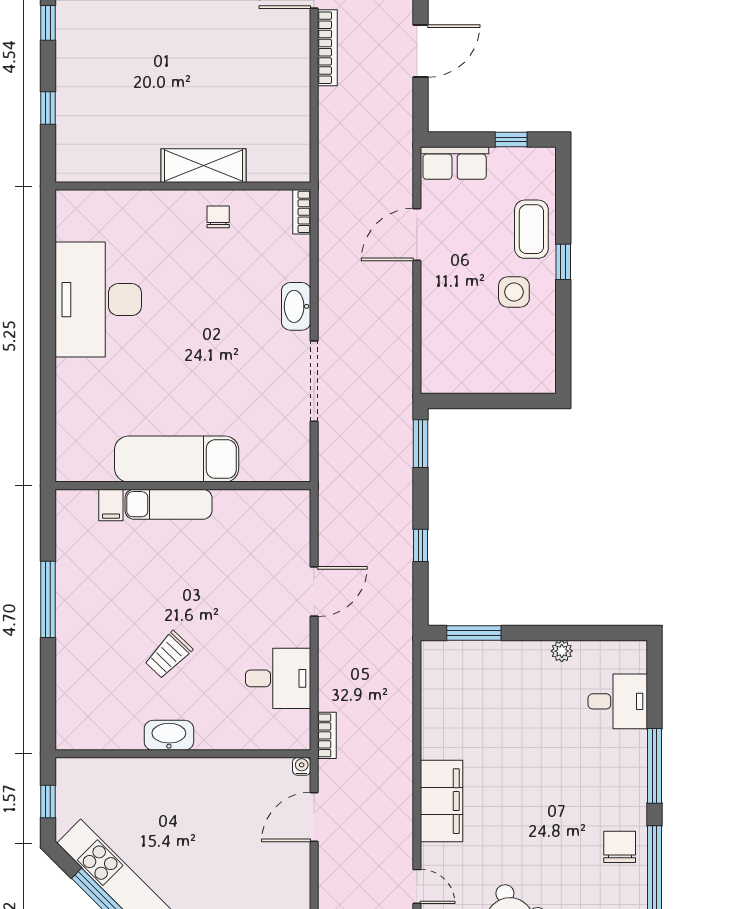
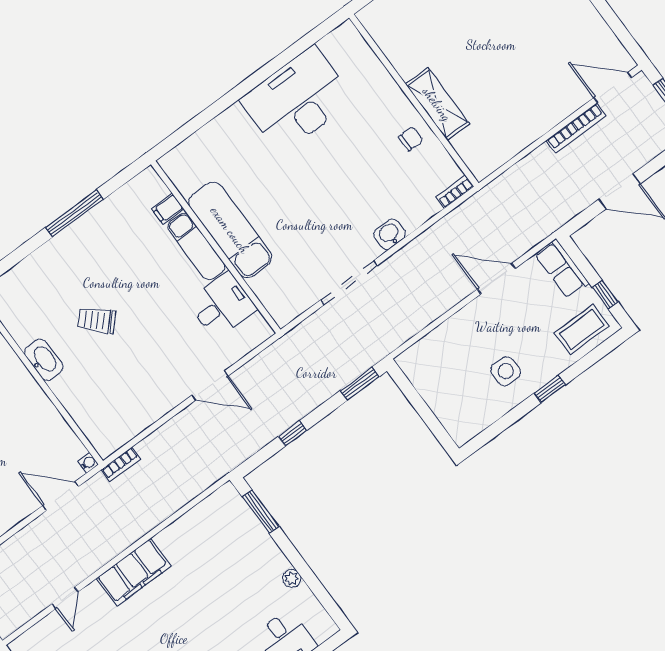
coffee table: (531, 229) -> (582, 330), moved
washbasin: (296, 306) -> (390, 234), width x0.72
desk: (278, 678) -> (222, 305), moved, turned -90

